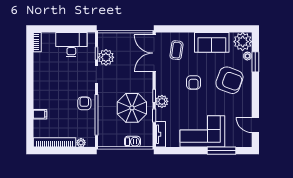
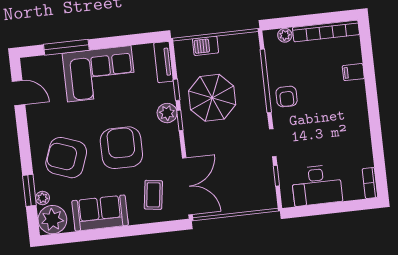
plant: (106, 57) -> (261, 171), removed
armchair: (194, 83) -> (121, 148), width x1.88, depth x1.88

